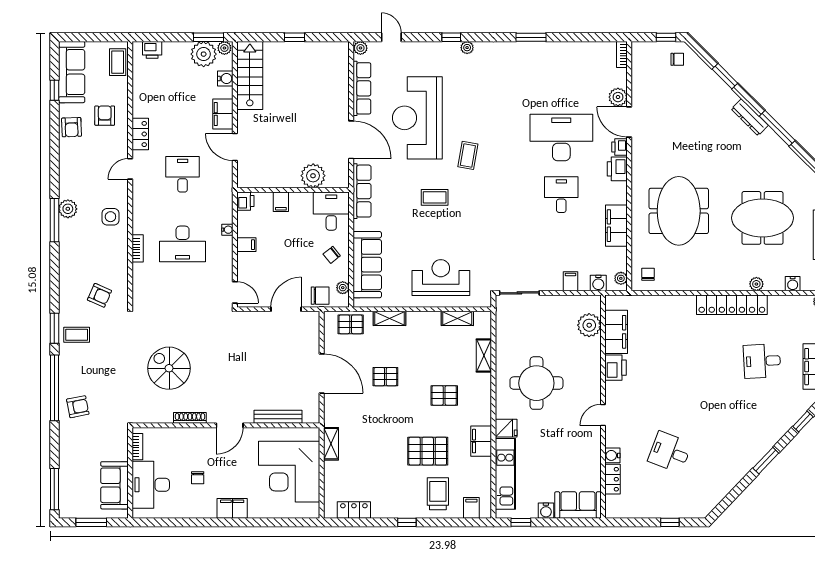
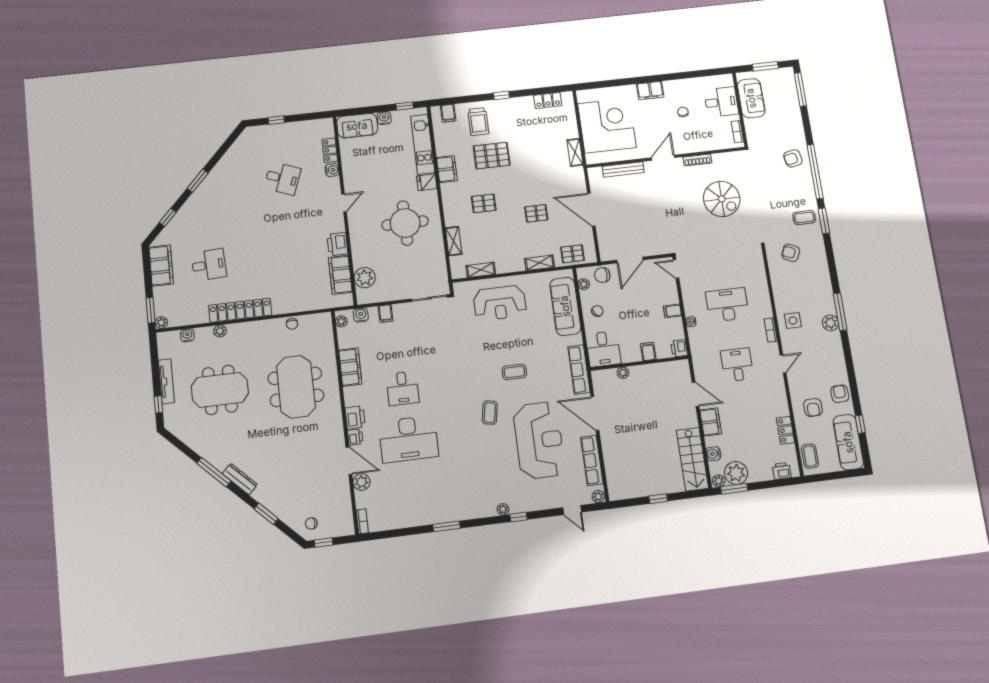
locker: (140, 134) -> (785, 430), moved
desk: (183, 174) -> (737, 365), turned 180
plant: (313, 176) -> (623, 373), width x0.53, depth x0.53
bookcase: (138, 248) -> (771, 330), moved
chair: (648, 274) -> (292, 324), moved
desk: (151, 485) -> (721, 102), width x0.73

